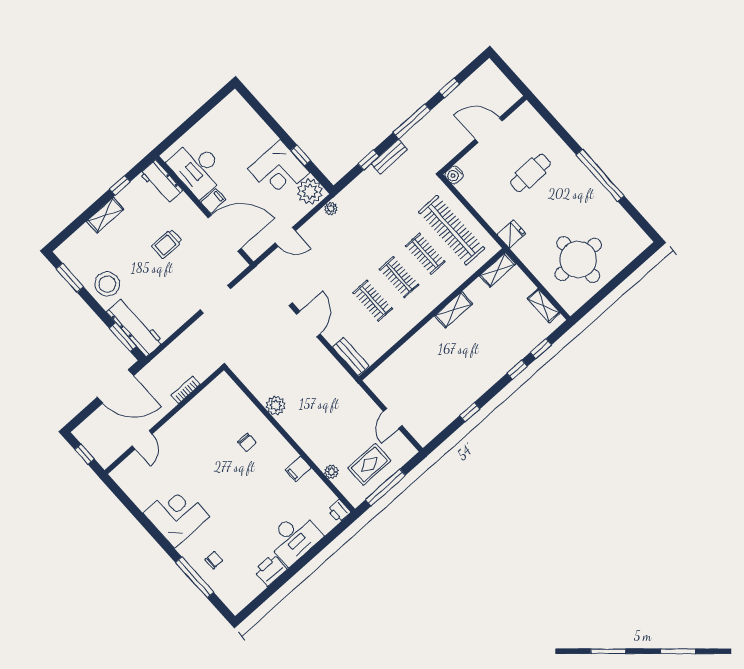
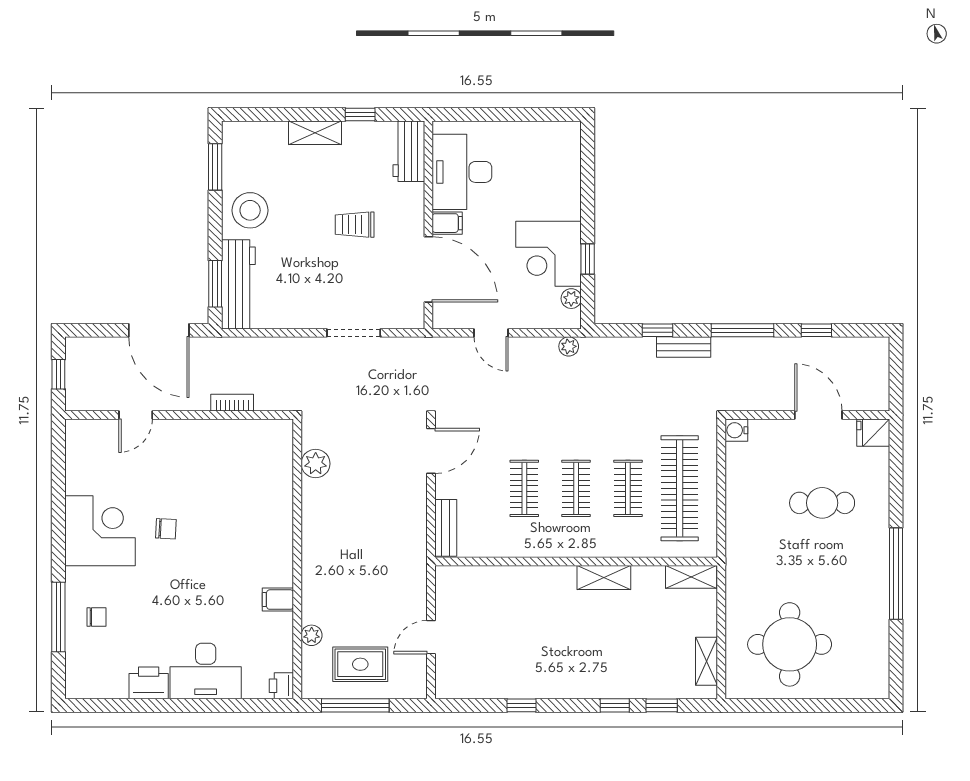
plant: (310, 191) -> (571, 299), width x0.53, depth x0.53
fridge: (511, 234) -> (873, 433), moved, turned 180
plant: (276, 405) -> (316, 464), moved
chair: (247, 442) -> (166, 529), moved, turned -87

